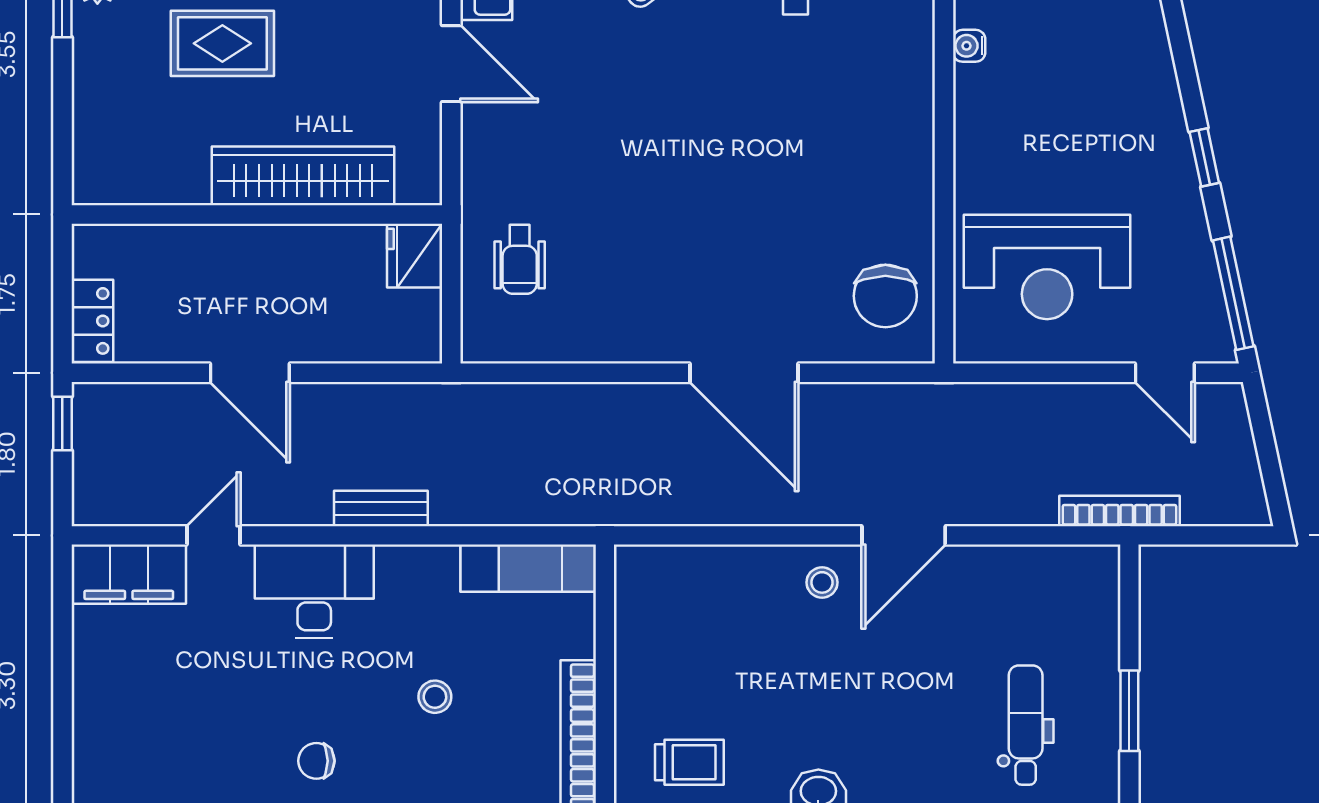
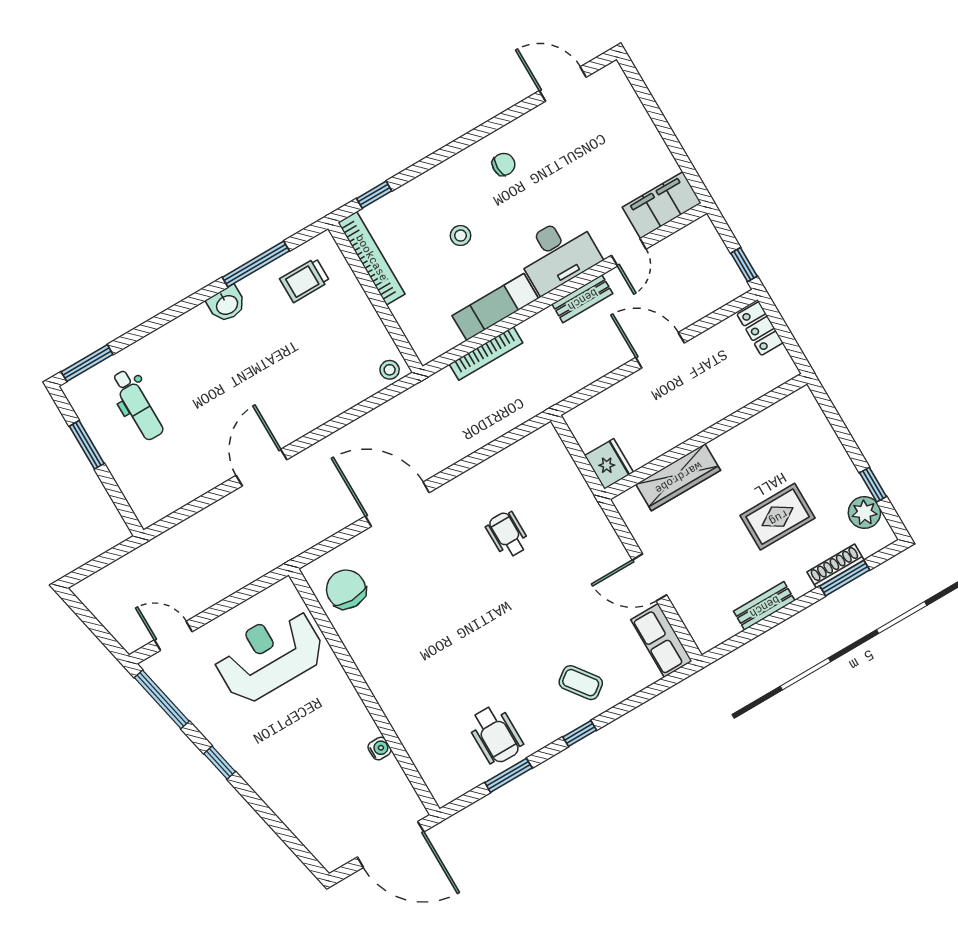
wardrobe: (303, 176) -> (678, 477), width x0.71, depth x0.85
wheelchair: (520, 259) -> (507, 534), moved
bench: (381, 509) -> (582, 299), moved
bookcase: (1119, 511) -> (486, 353), moved
exam couch: (528, 568) -> (495, 307), moved
stool: (822, 582) -> (390, 370), moved

